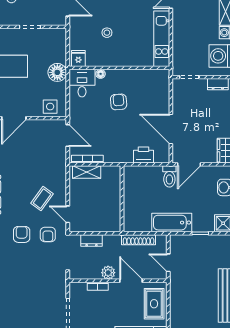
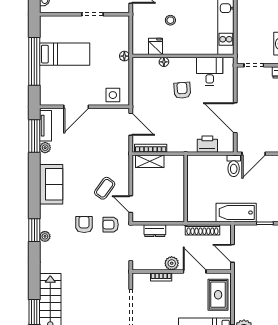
fridge: (78, 59) -> (155, 46), moved
floor lamp: (57, 72) -> (124, 56), width x0.53, depth x0.53
desk: (82, 83) -> (210, 71), moved
armchair: (48, 234) -> (111, 225), turned 90

